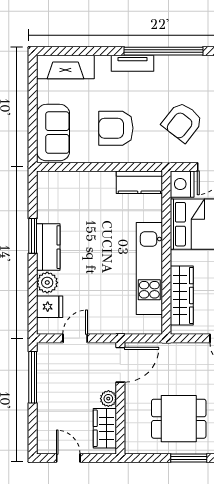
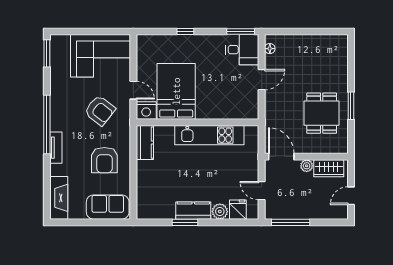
wardrobe: (182, 295) -> (229, 111), removed

